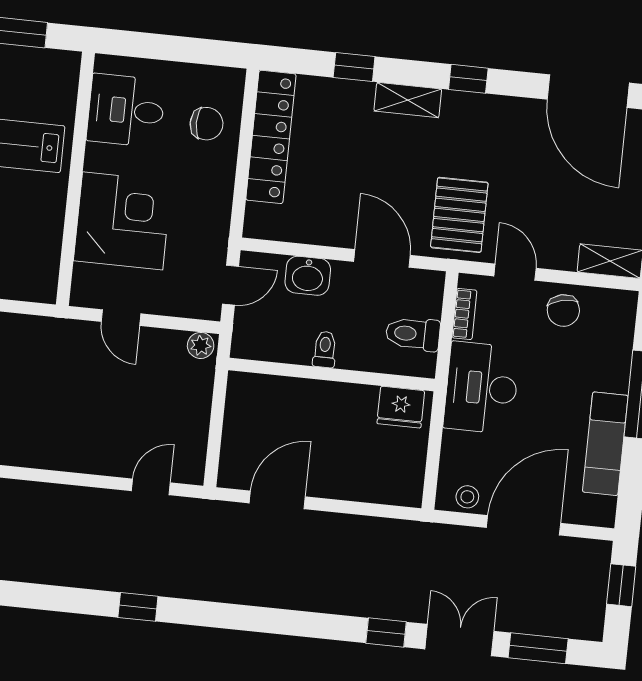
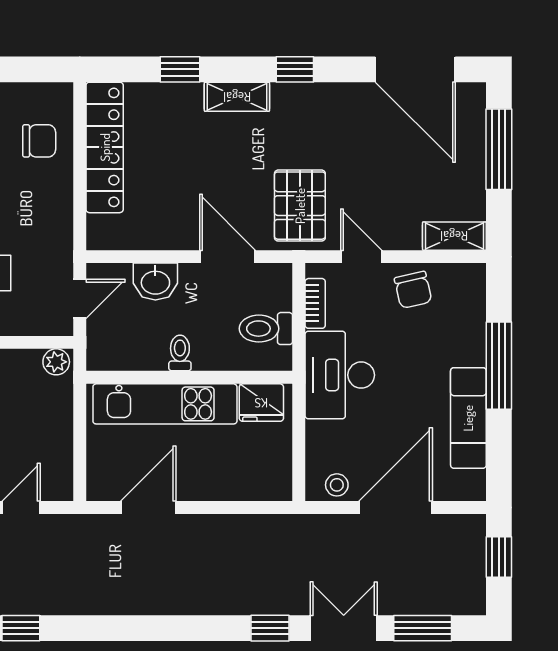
kitchen unit: (305, 398) -> (165, 404), added

